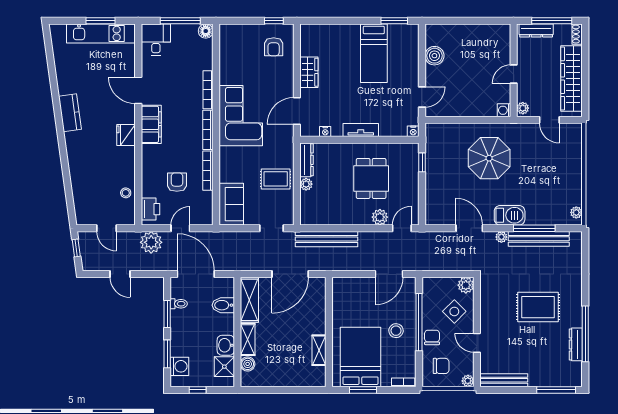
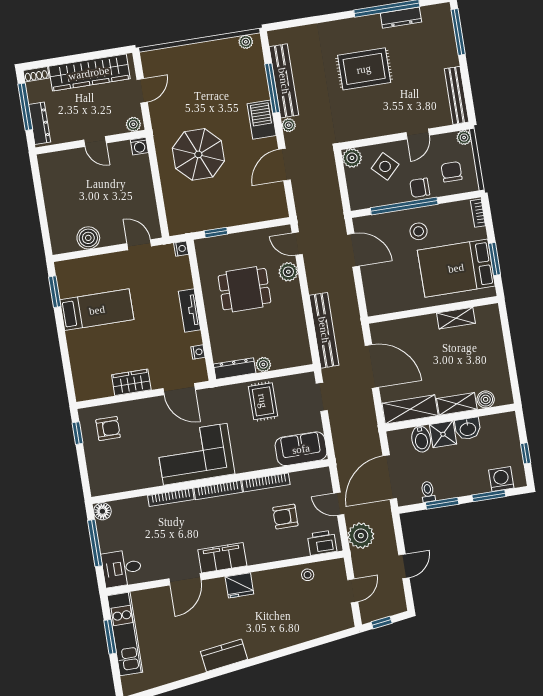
rug: (538, 307) -> (364, 69), turned 90
shower: (224, 367) -> (443, 434), moved

